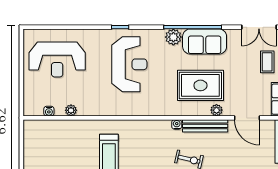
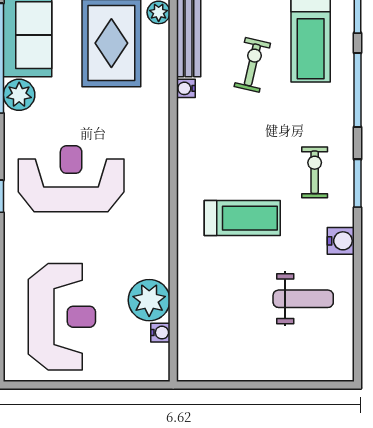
plant: (71, 110) -> (149, 300), width x1.88, depth x1.88

